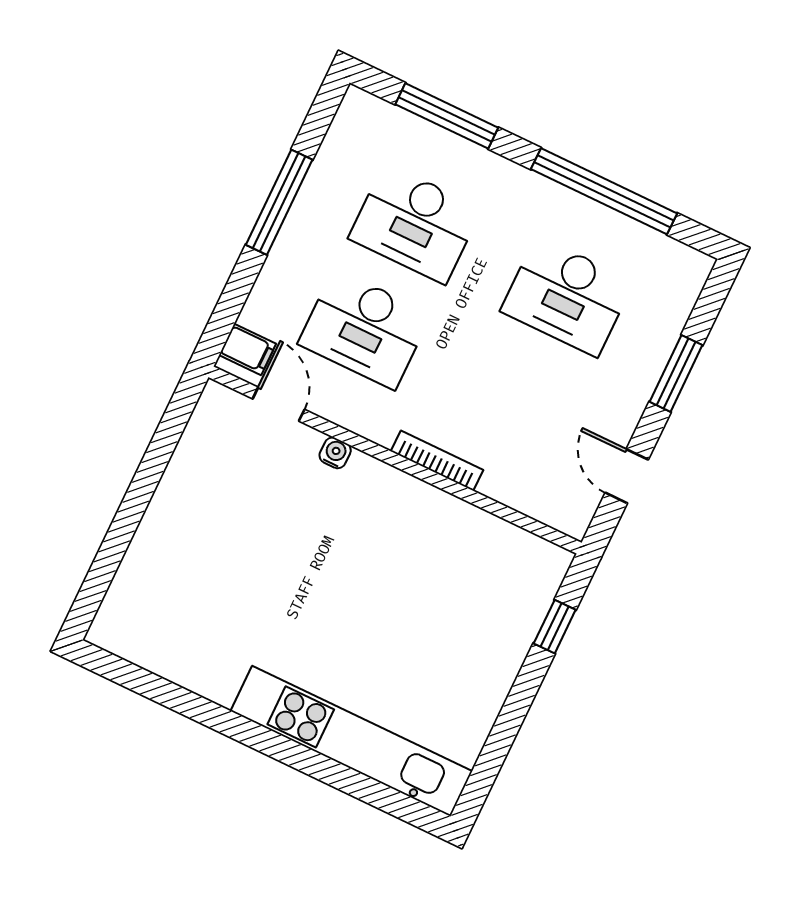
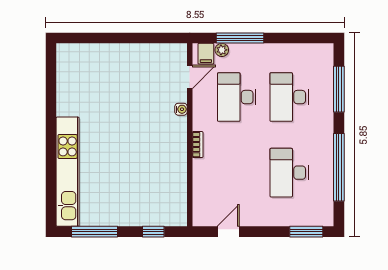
window: (279, 202) -> (240, 38), moved
plant: (255, 314) -> (222, 50), added
window: (676, 373) -> (306, 232), moved
bookcase: (437, 461) -> (198, 145), width x0.64
window: (498, 745) -> (94, 232), added

